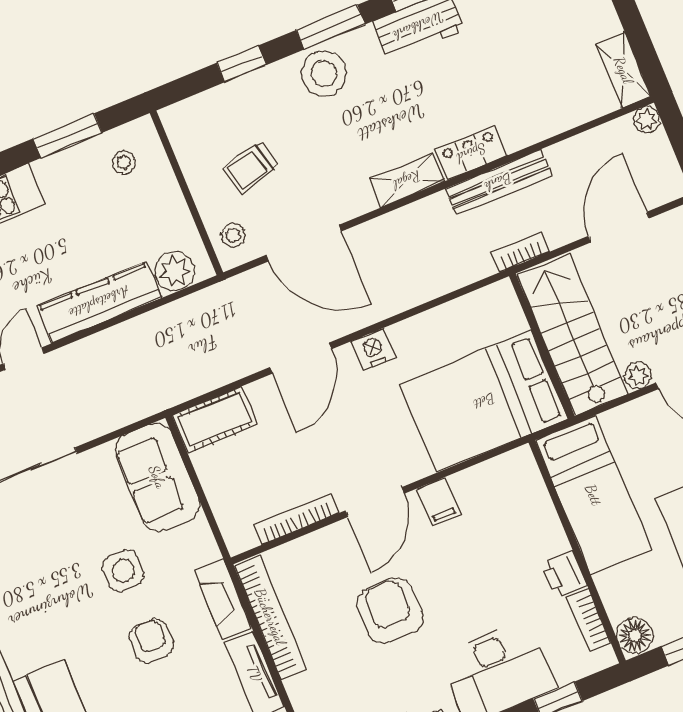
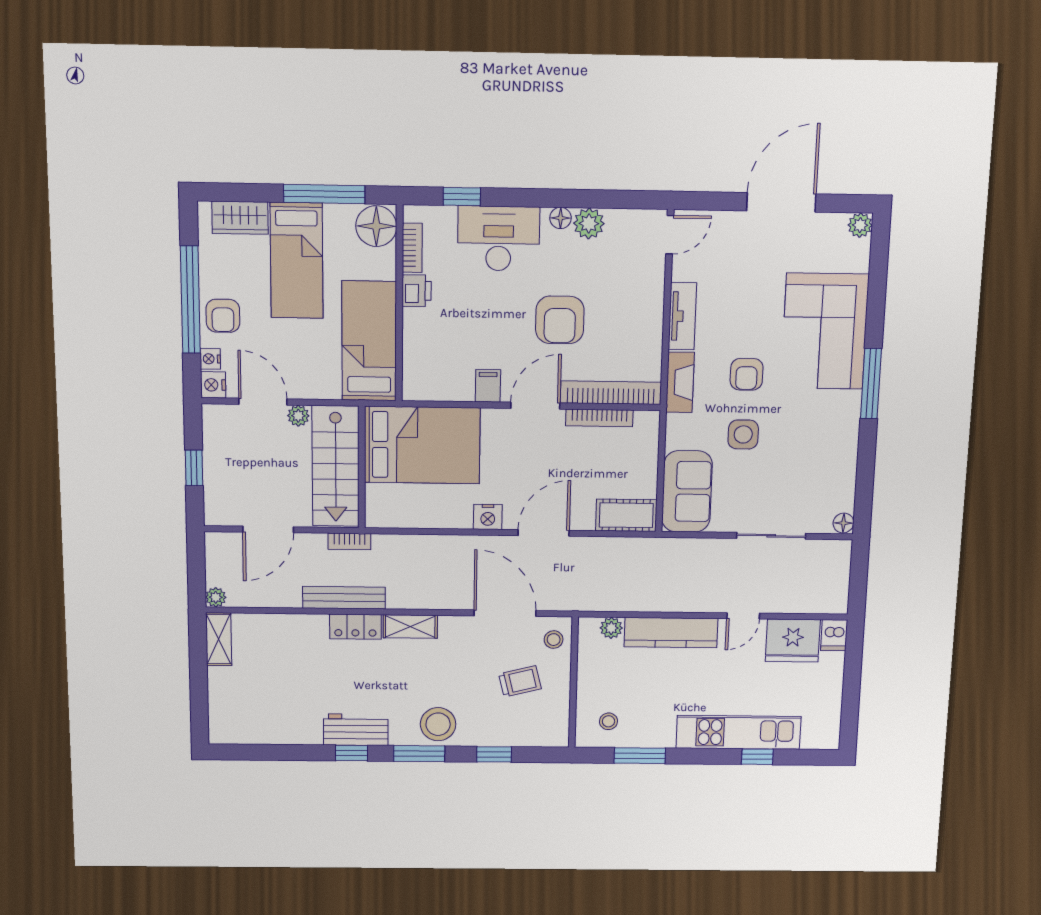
plant: (175, 271) -> (611, 628), width x0.73, depth x0.73
bookcase: (270, 617) -> (611, 393), moved, turned 90
floor lamp: (635, 635) -> (376, 226), width x1.38, depth x1.38

